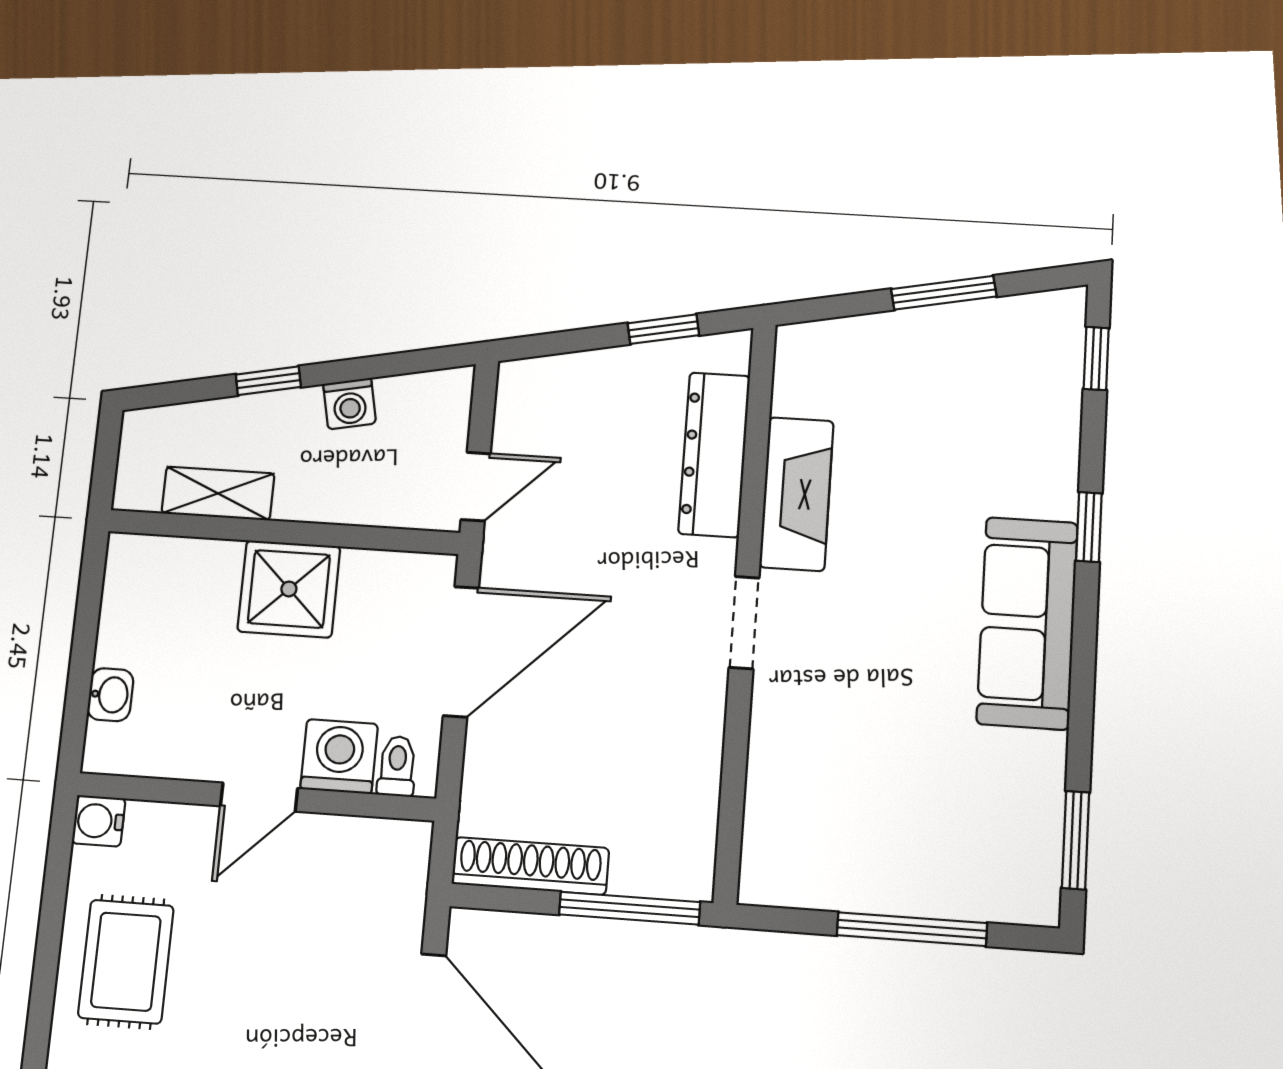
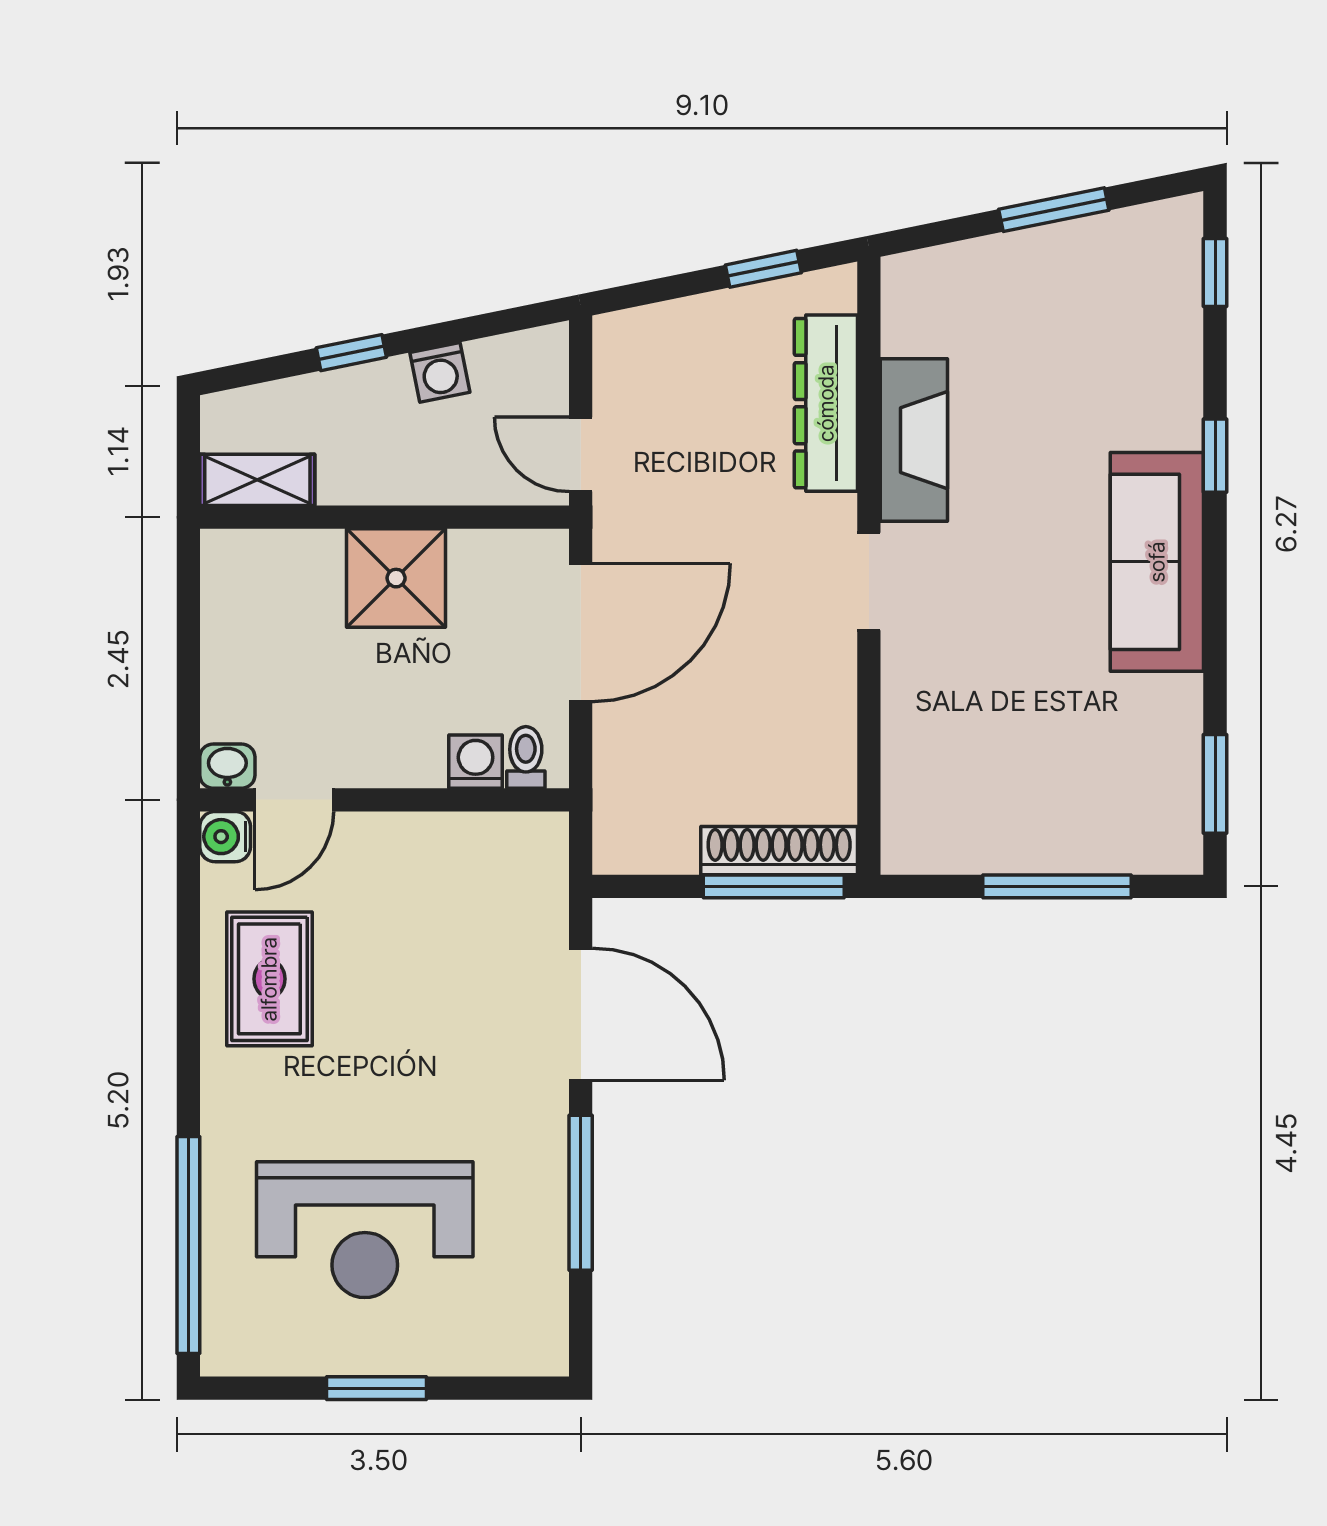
door: (476, 487) -> (581, 454), swing flipped
shelving: (218, 493) -> (257, 480), moved
washbasin: (110, 695) -> (227, 766), moved, turned -90
washing machine: (339, 756) -> (476, 762), width x0.73, depth x0.73
door: (259, 797) -> (294, 800), moved
shoe rack: (530, 866) -> (779, 851), moved

